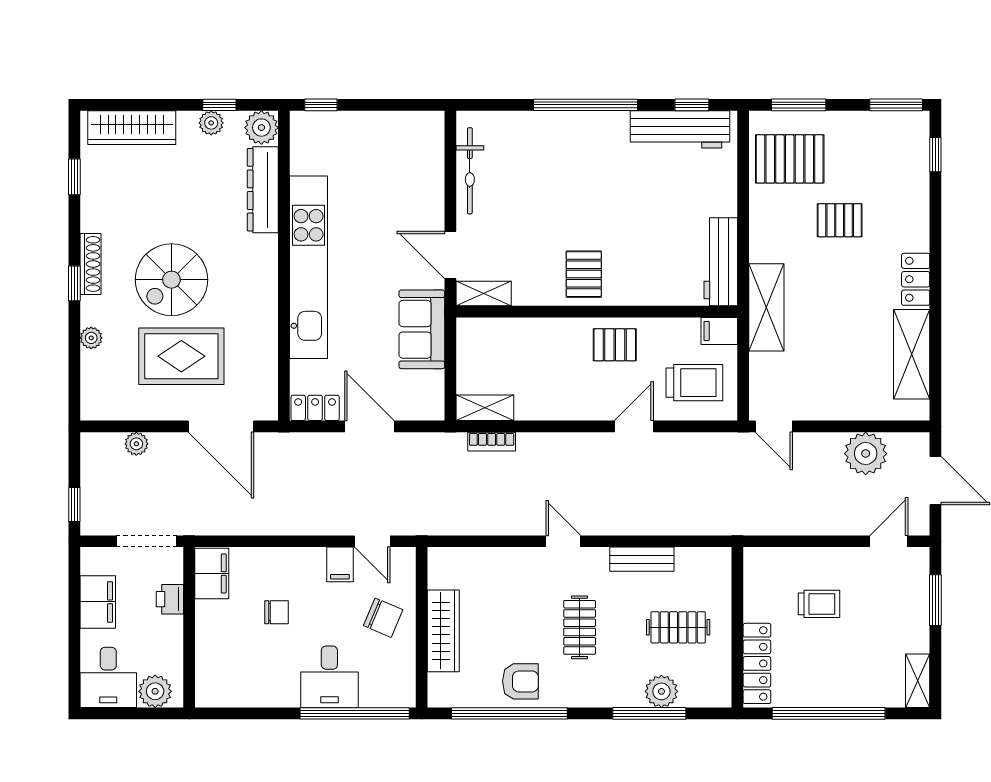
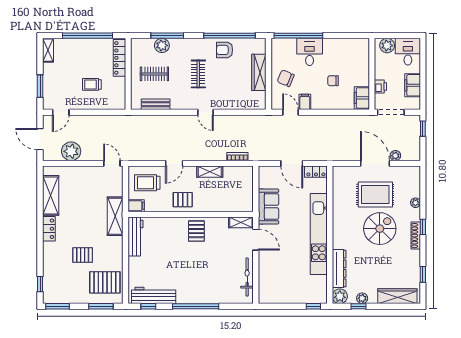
shelving: (485, 408) -> (210, 172), moved
door: (221, 426) -> (375, 163), moved
bench: (642, 559) -> (156, 104), moved

